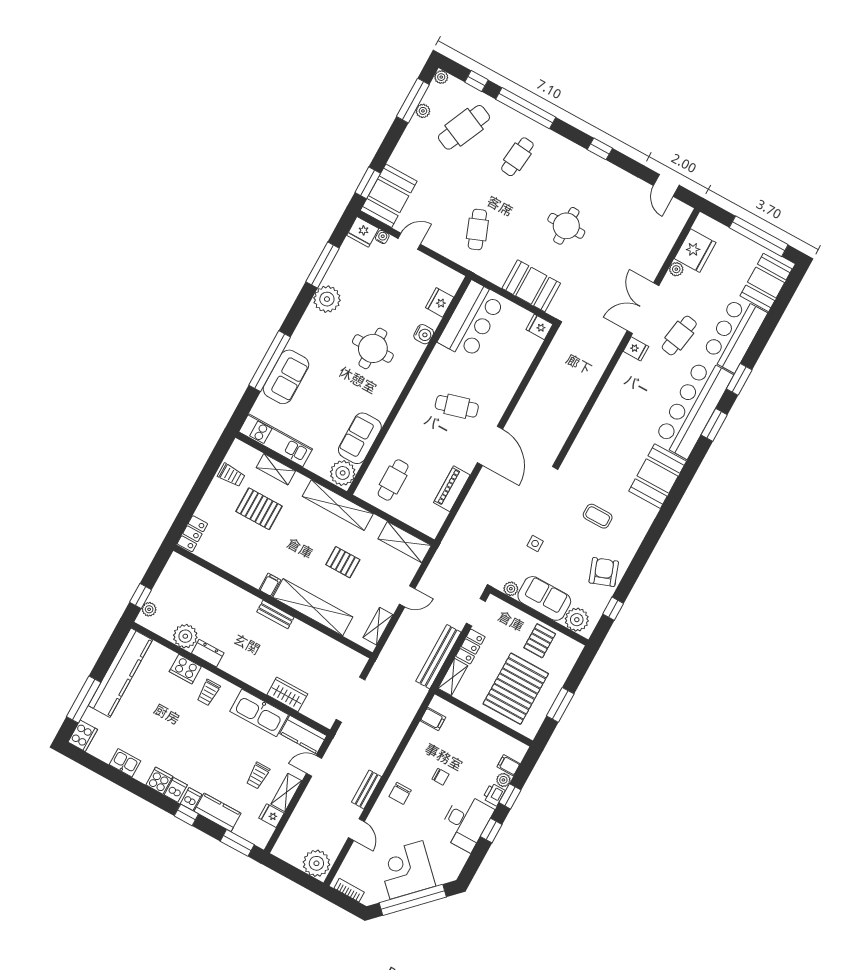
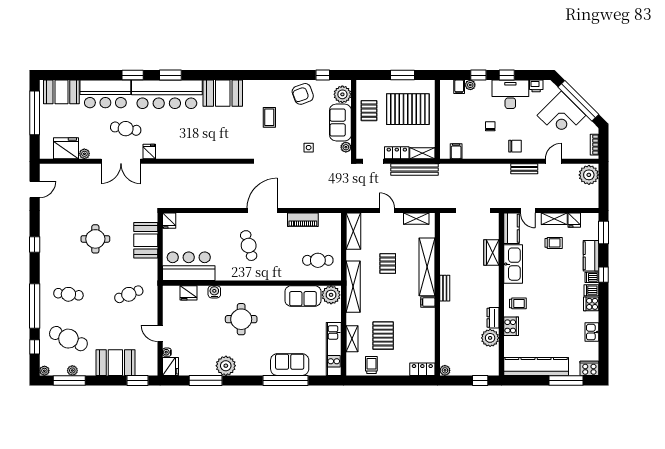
booth: (389, 196) -> (115, 363), moved
plant: (149, 609) -> (445, 370), moved
pallet: (540, 641) -> (369, 111), turned 90
printer: (494, 794) -> (536, 86), moved

